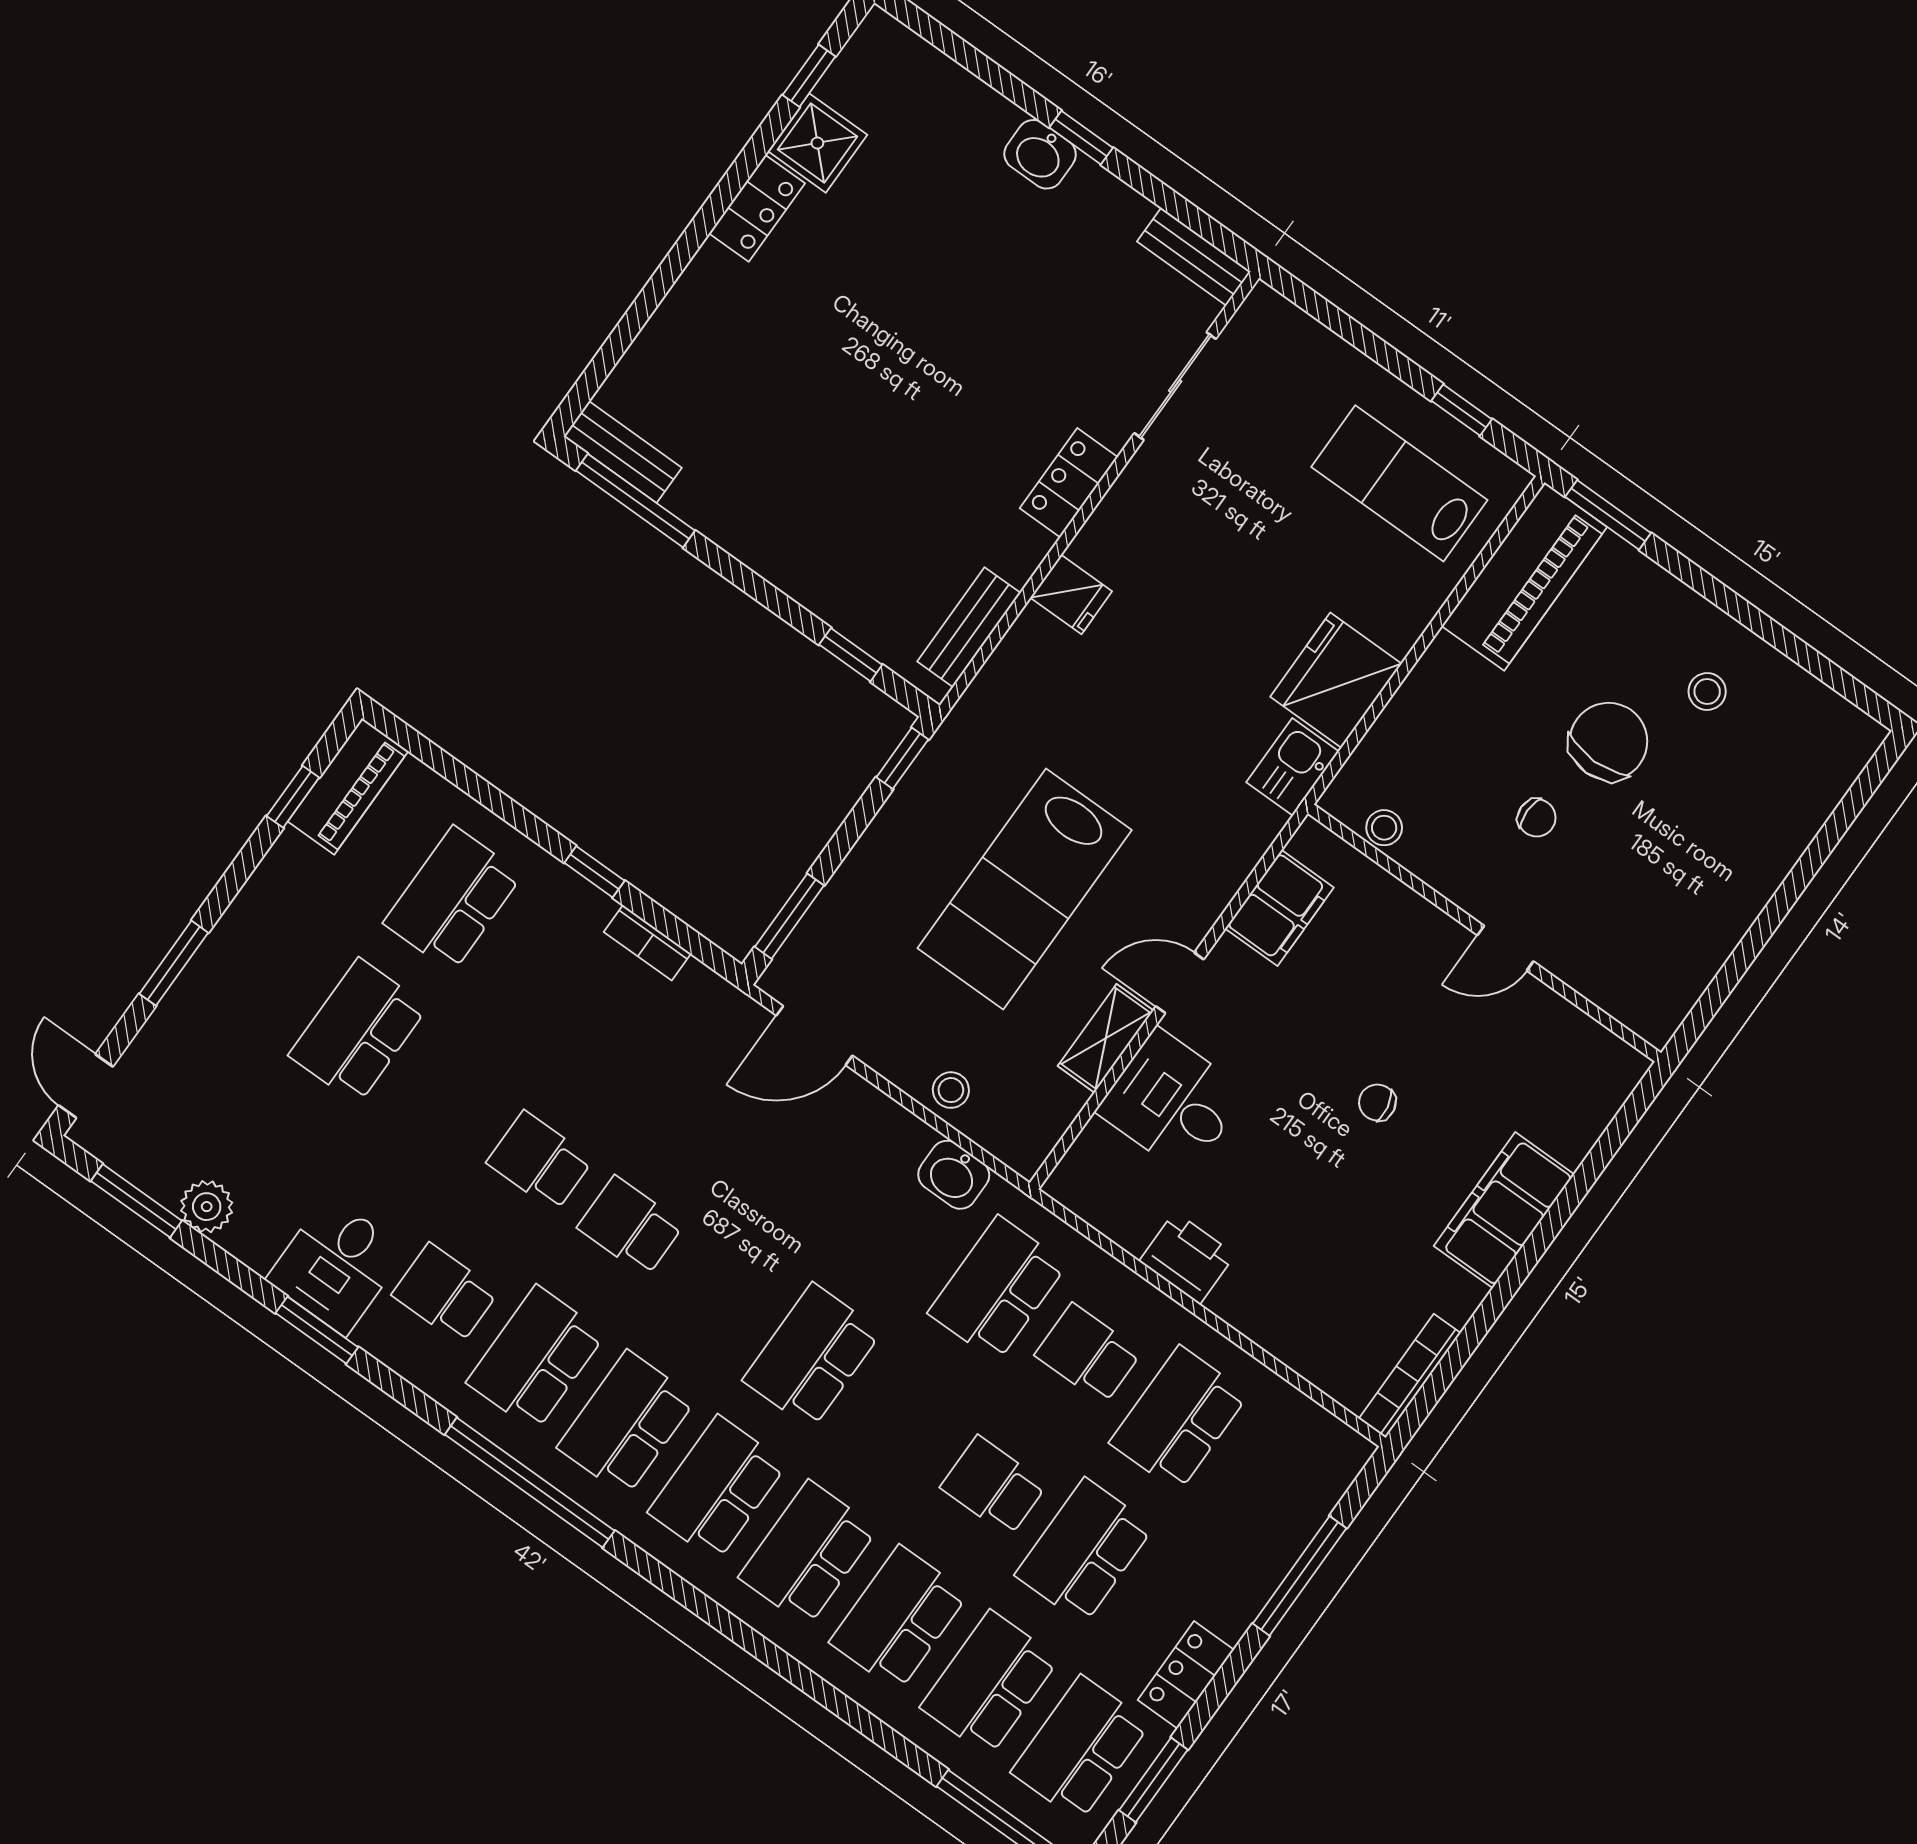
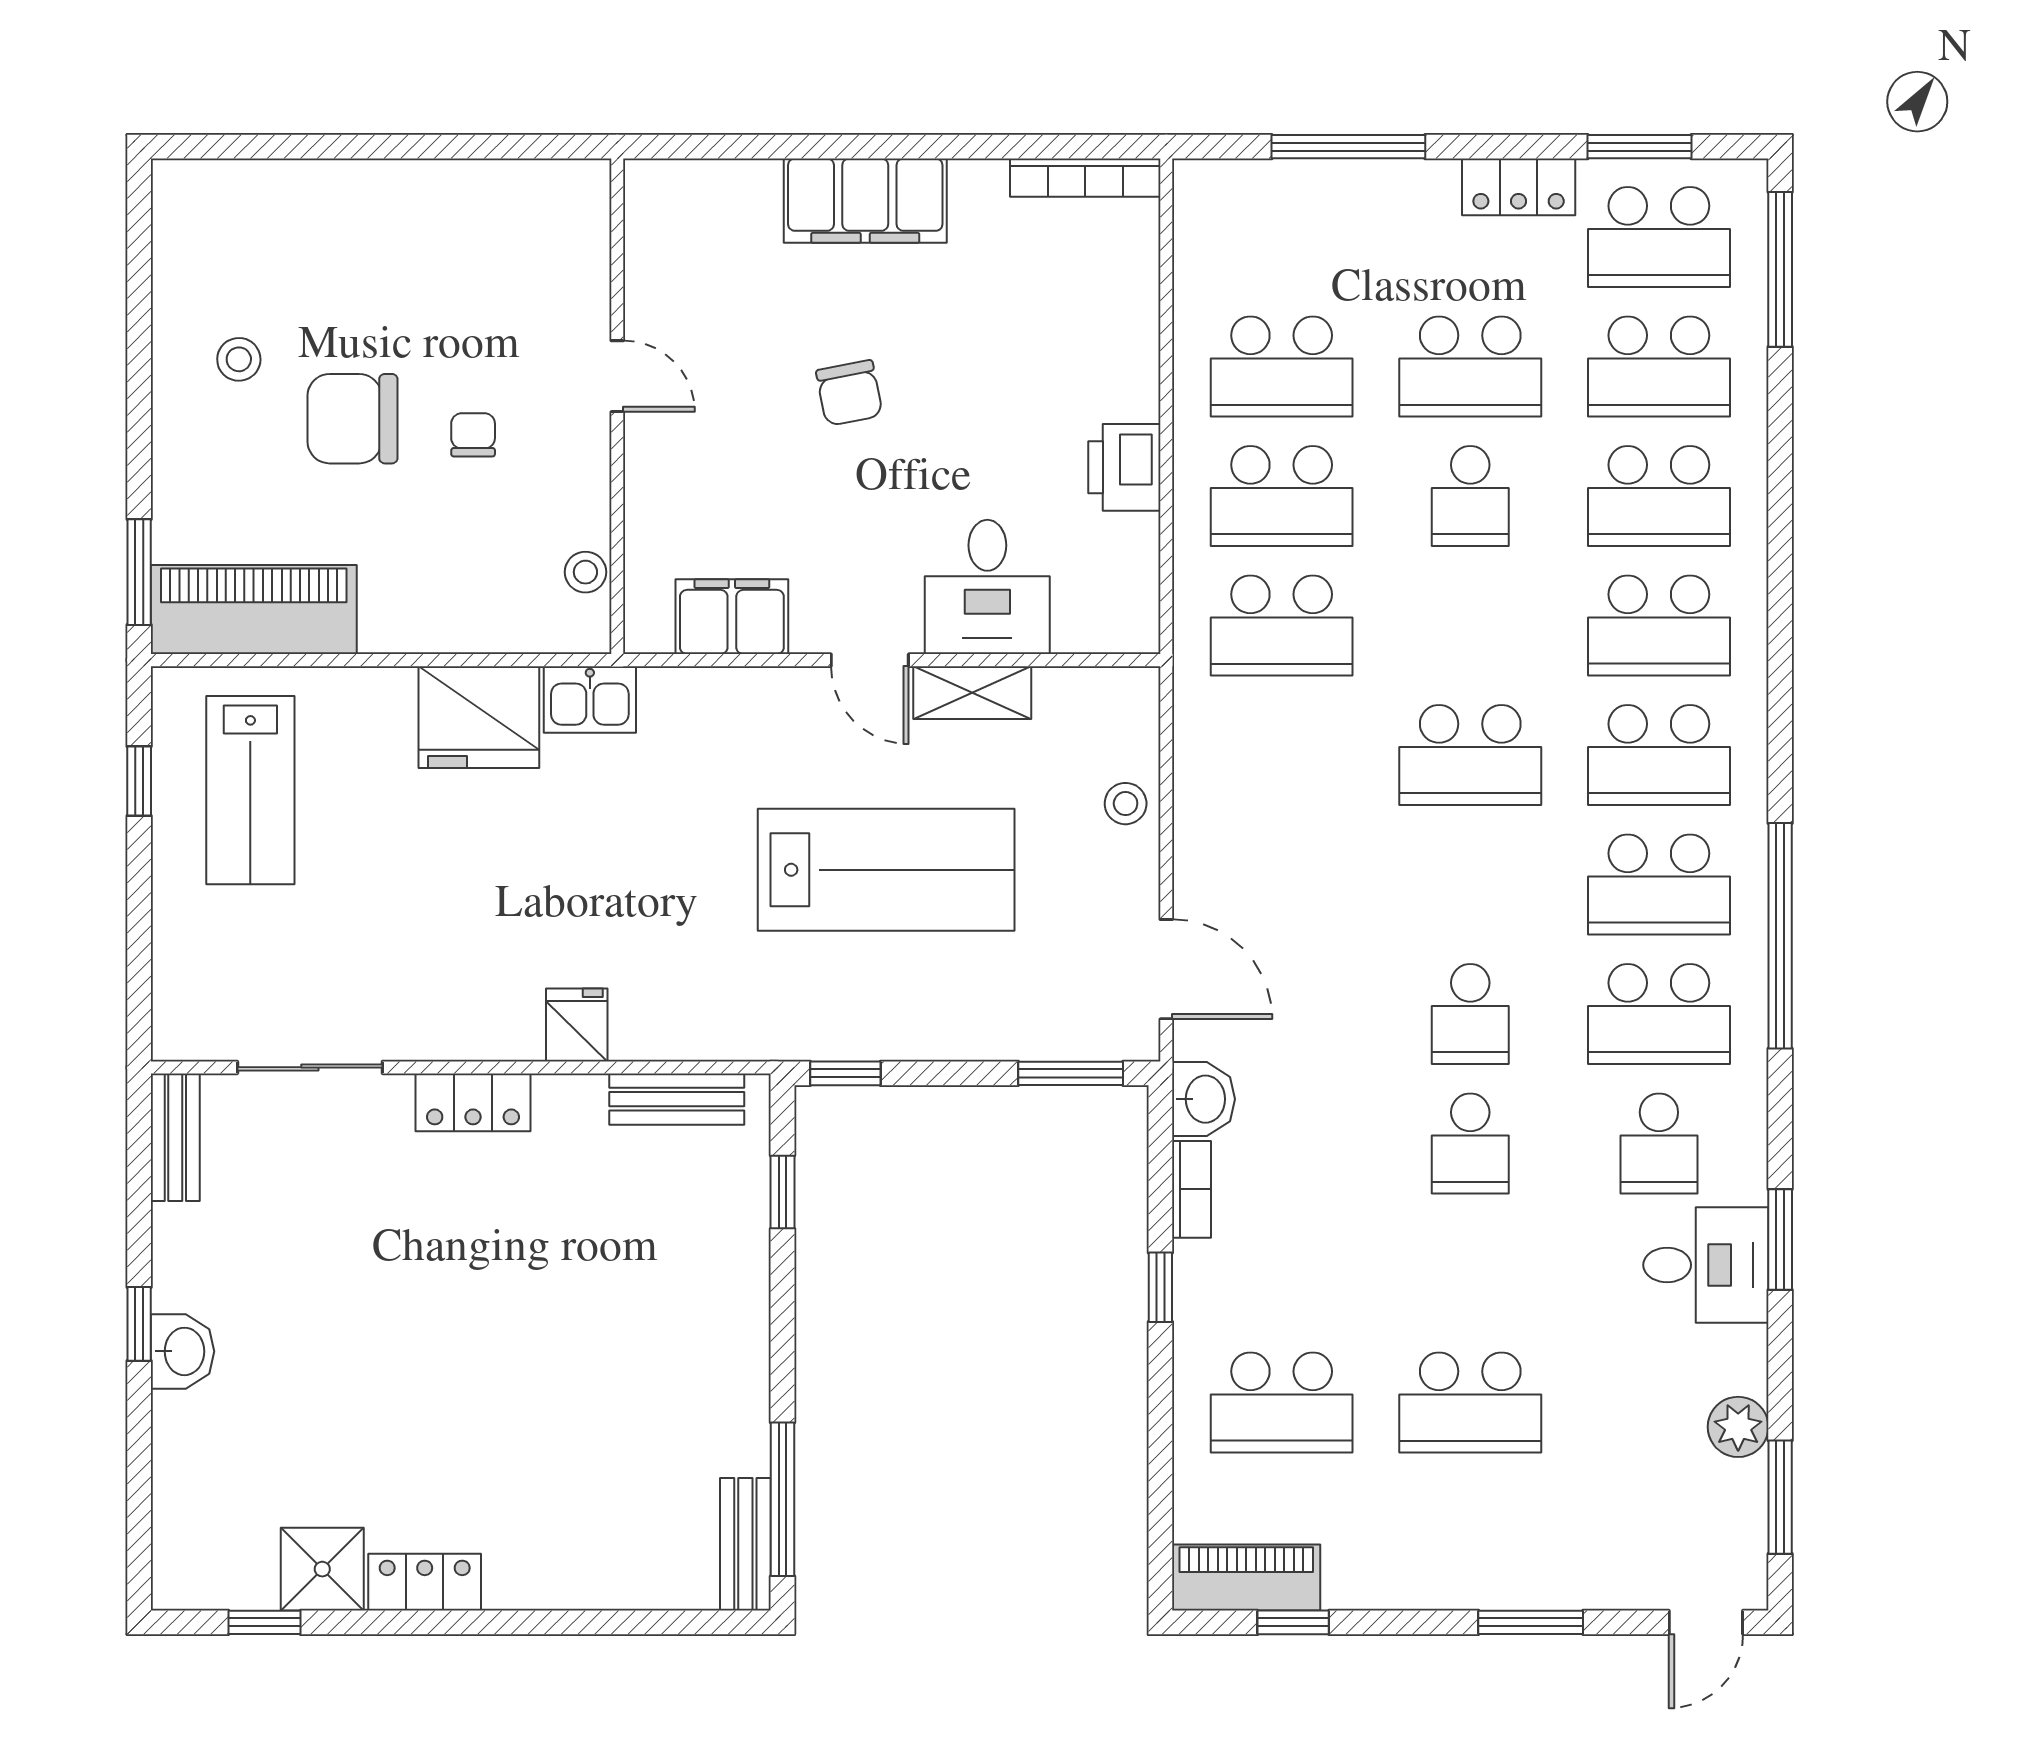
chair: (1377, 1103) -> (849, 393), width x1.37, depth x1.37
washbasin: (954, 1175) -> (1204, 1099), moved
school desk: (1088, 1354) -> (1282, 496), width x1.85

